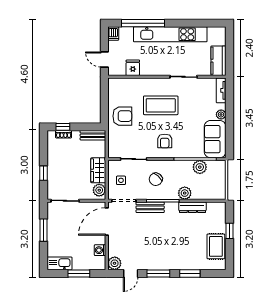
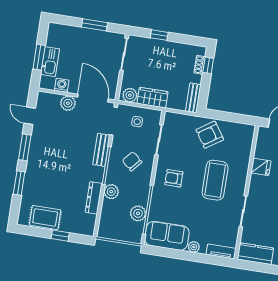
fridge: (133, 68) -> (261, 167), moved
armchair: (122, 116) -> (210, 135), turned 56
kitchen sink: (59, 263) -> (50, 62), moved
plant: (115, 263) -> (68, 103), moved

